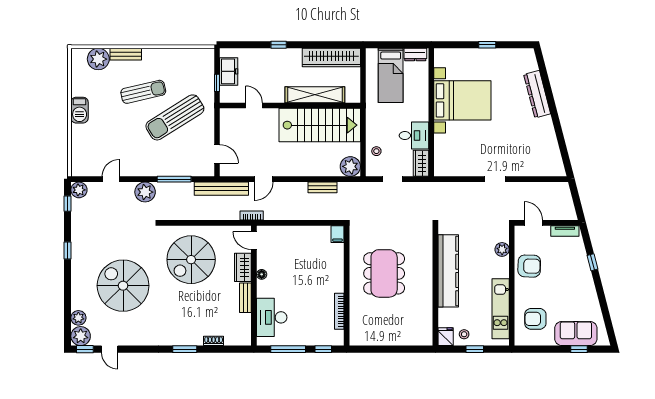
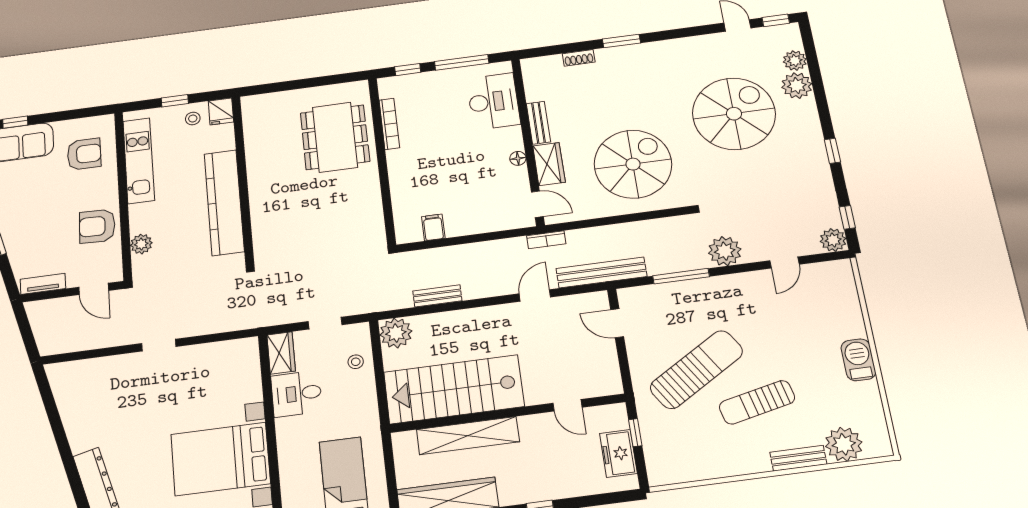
filing cabinet: (338, 234) -> (433, 227), moved
dining table: (384, 273) -> (335, 137), moved
spiral stairs: (123, 286) -> (734, 114), turned -90
plant: (81, 336) -> (797, 86), moved

